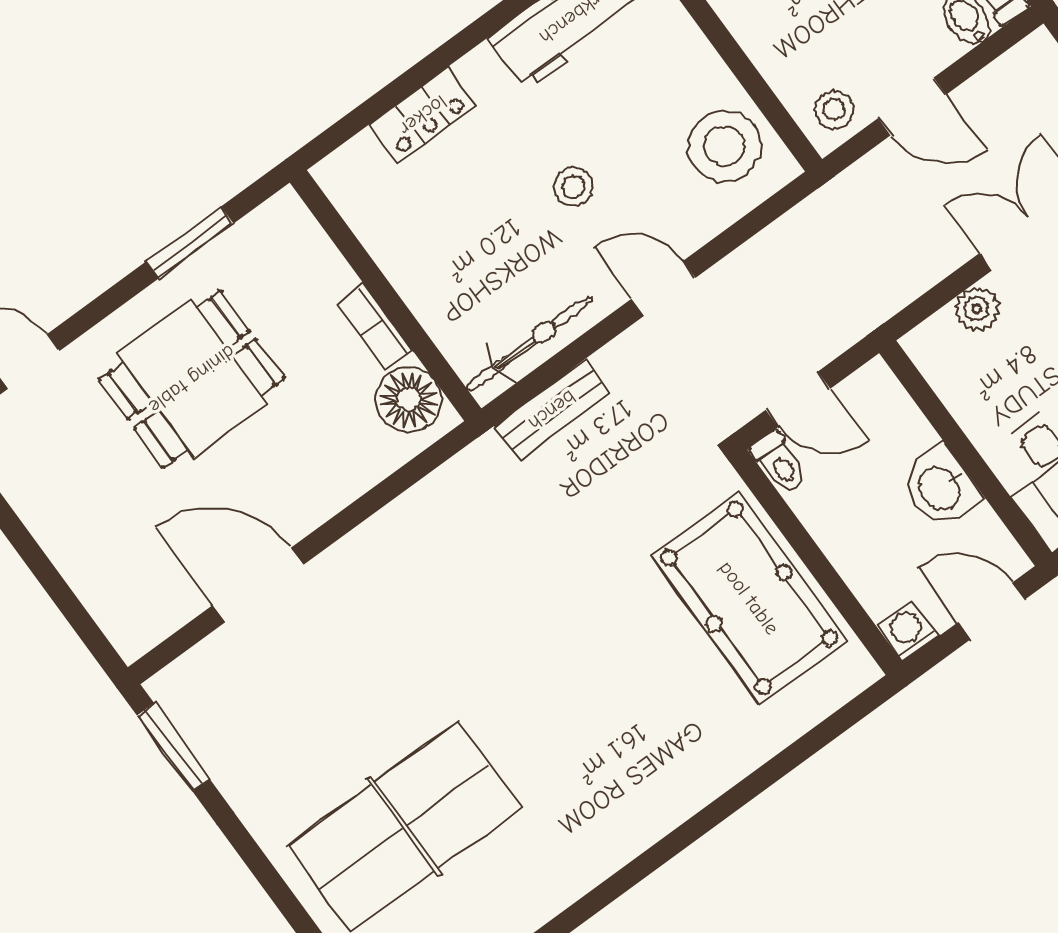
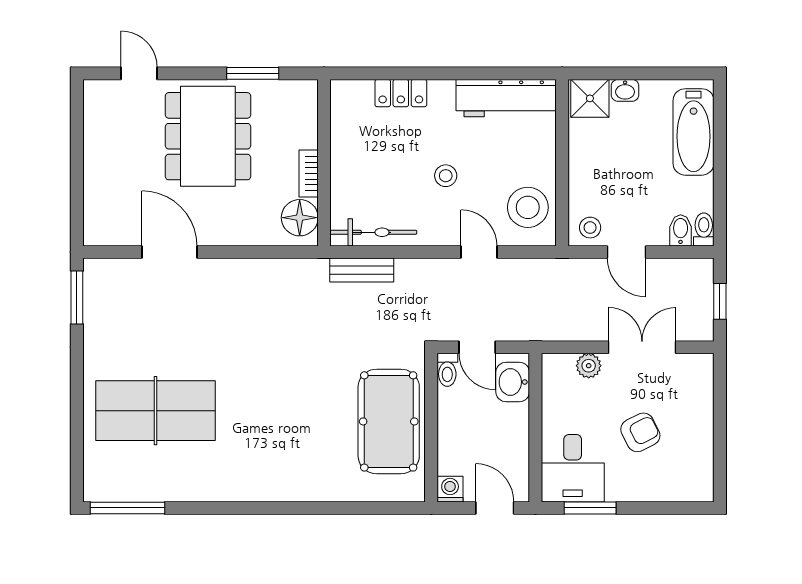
door: (663, 288) -> (479, 252), moved
dining table: (192, 379) -> (208, 136), width x1.38
washbasin: (941, 487) -> (513, 382), moved

